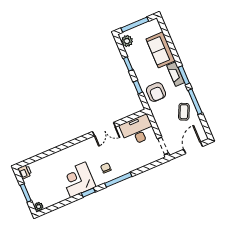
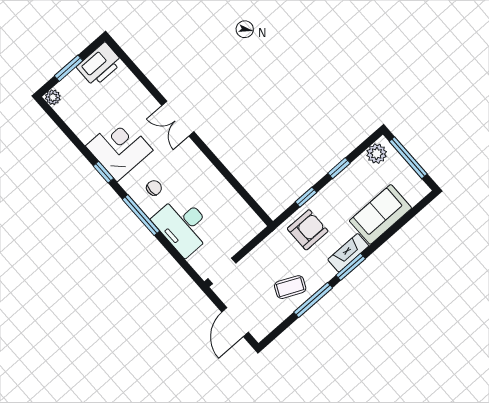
armchair: (156, 92) -> (308, 230), turned 180
double door: (104, 129) -> (178, 119), moved
desk: (137, 130) -> (183, 225), moved, turned 180
door: (193, 148) -> (235, 322), swing flipped
printer: (25, 172) -> (100, 65), width x1.87, depth x1.48

